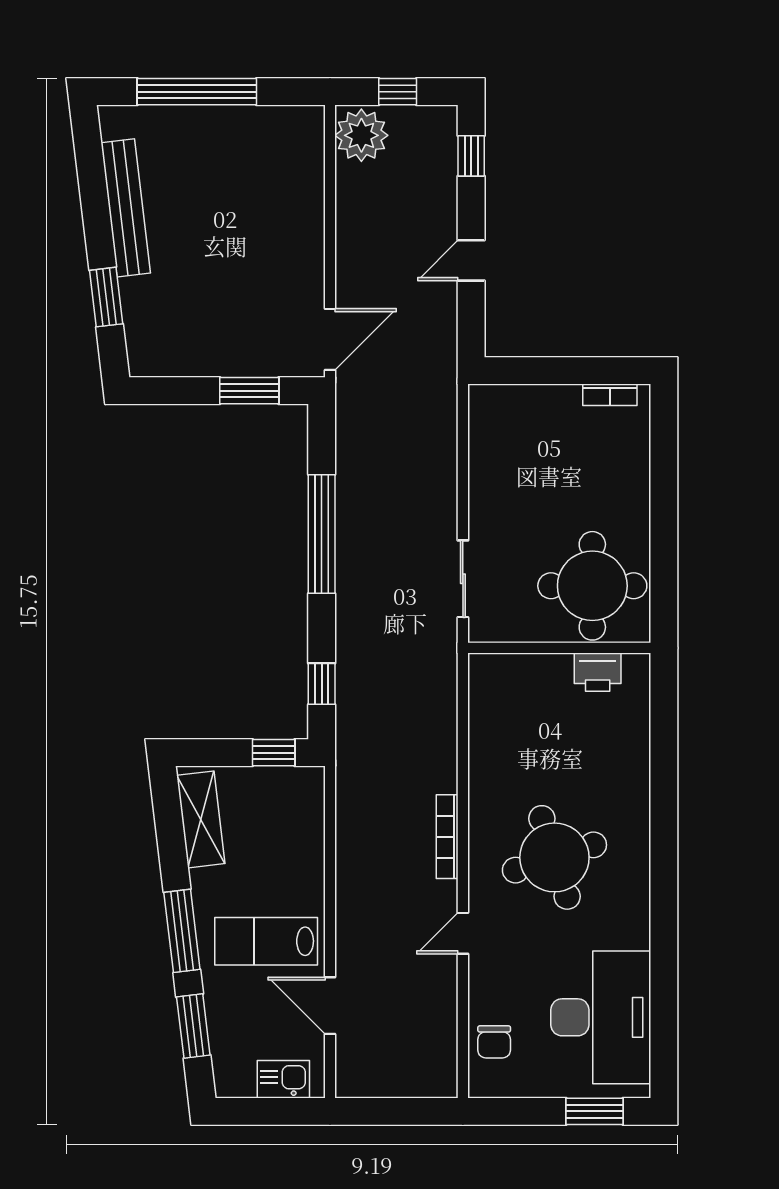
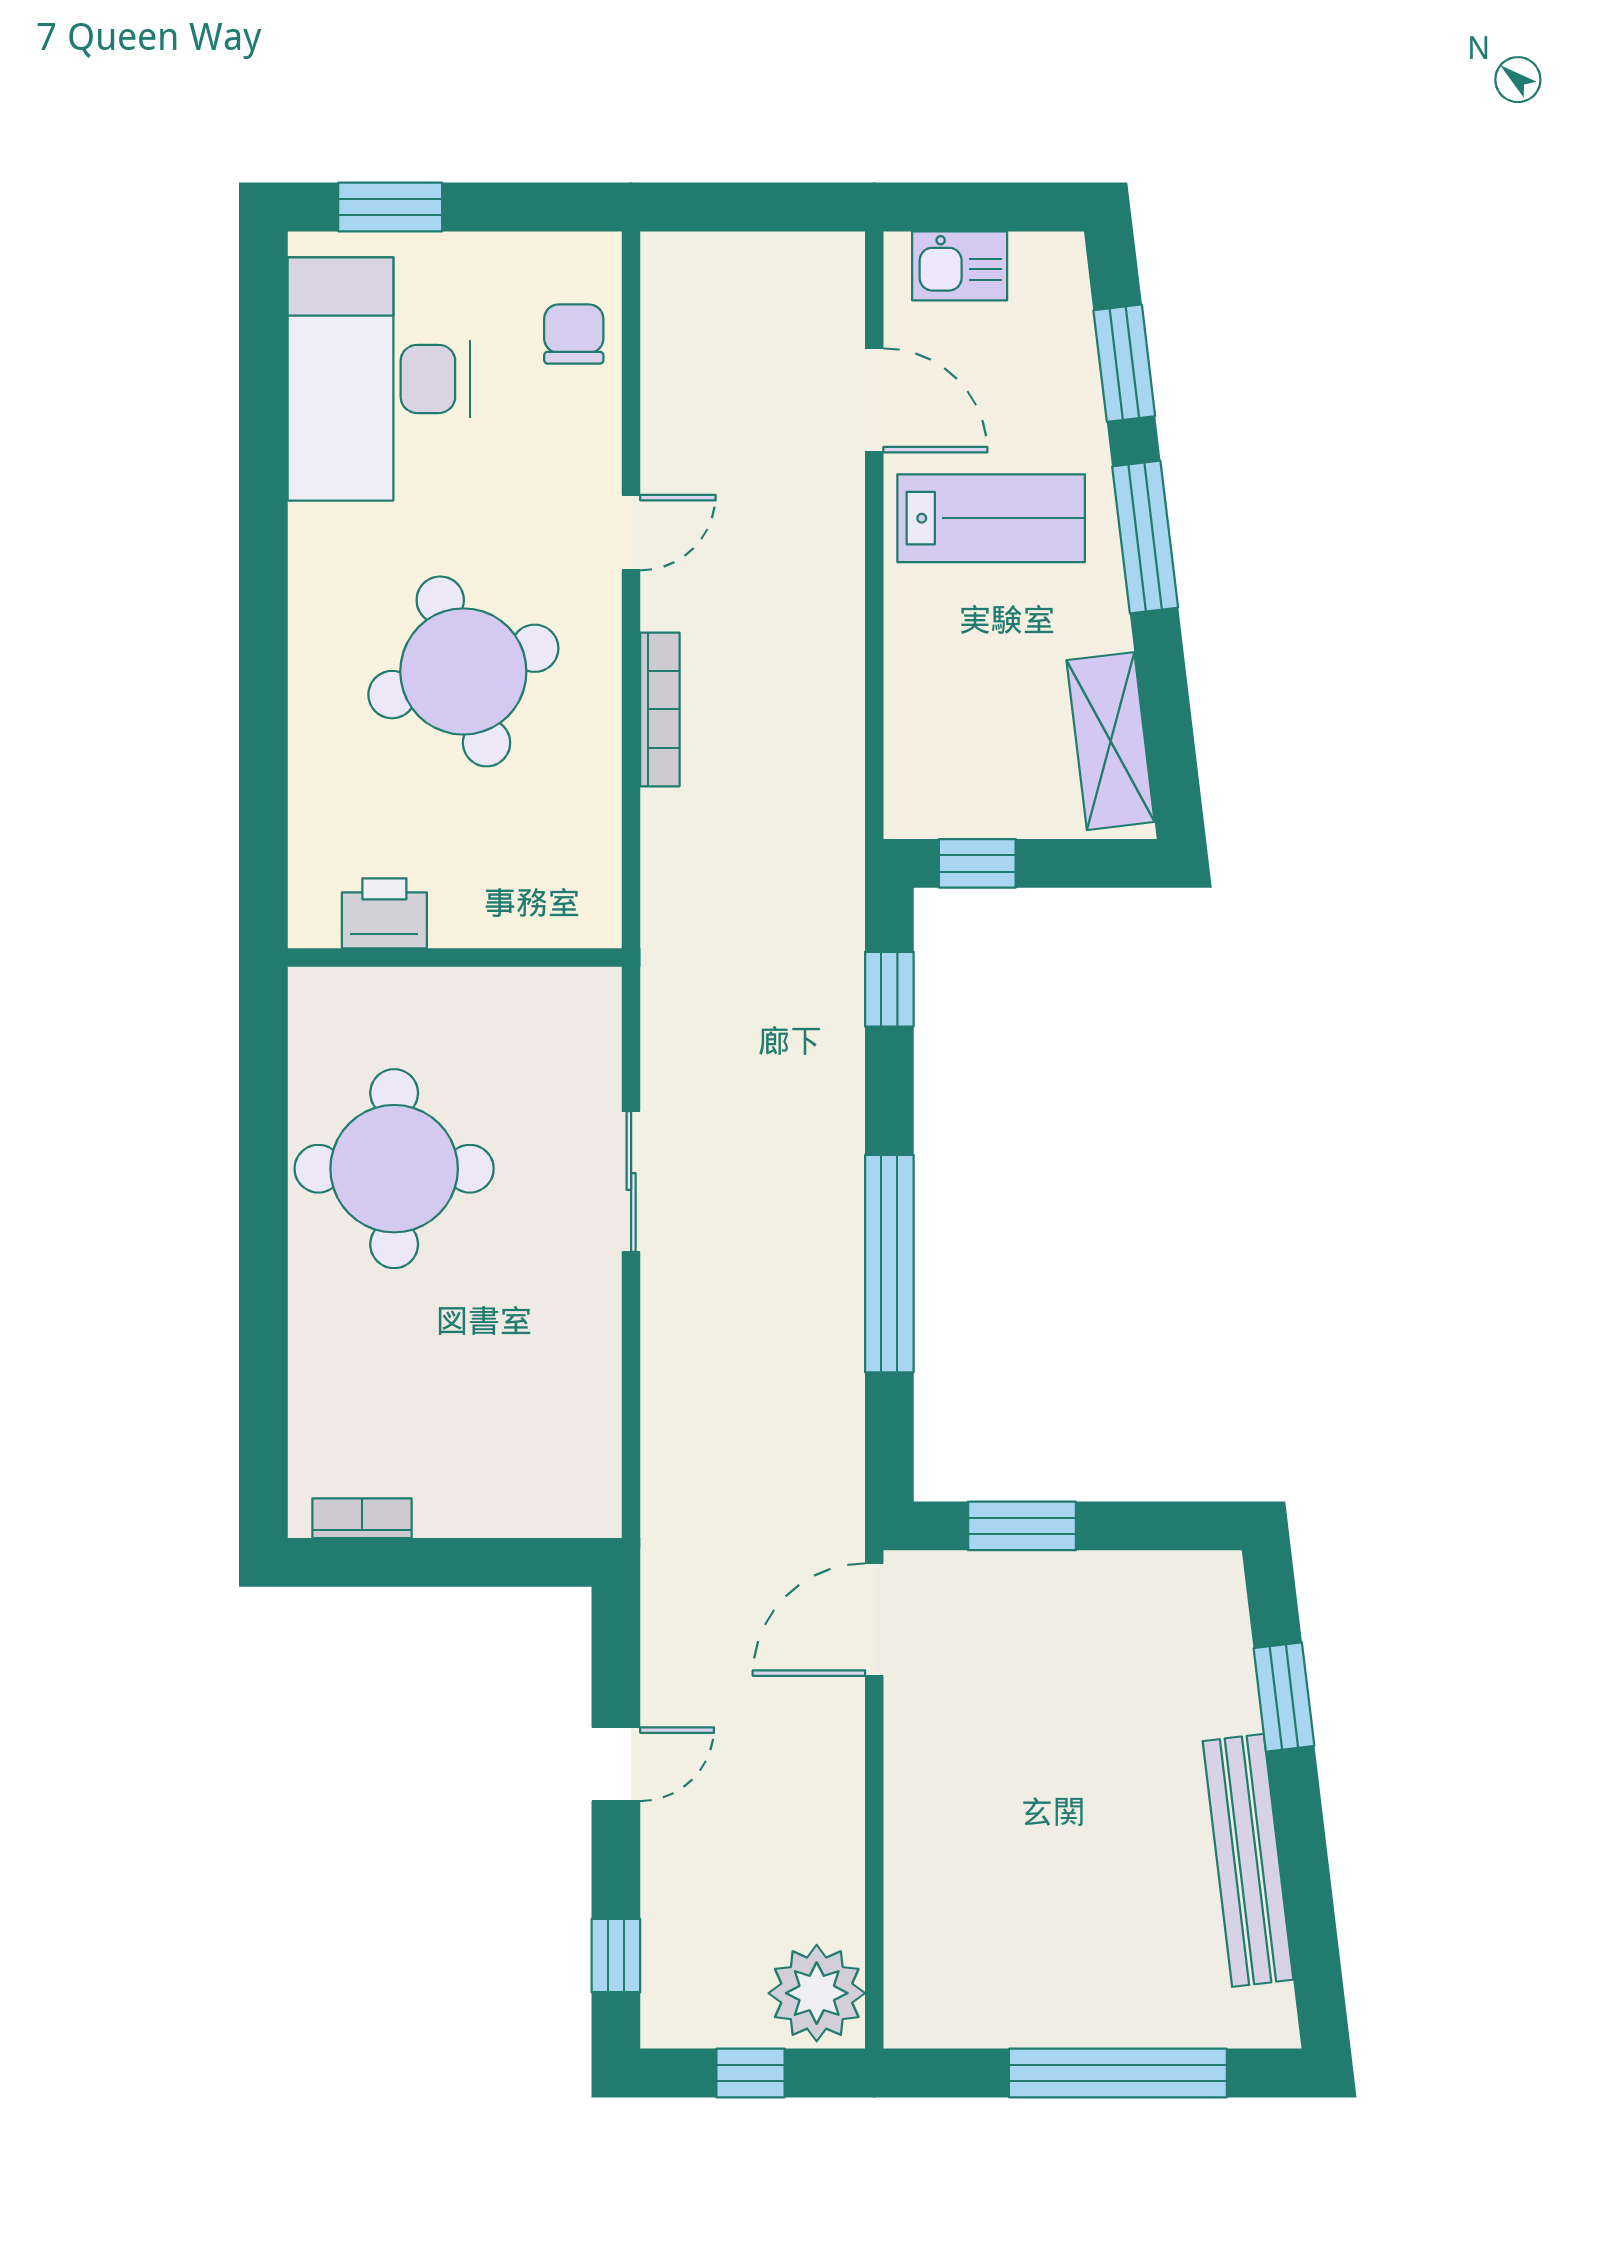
wall: (559, 648) -> (455, 958), moved
printer: (598, 672) -> (384, 913), moved

